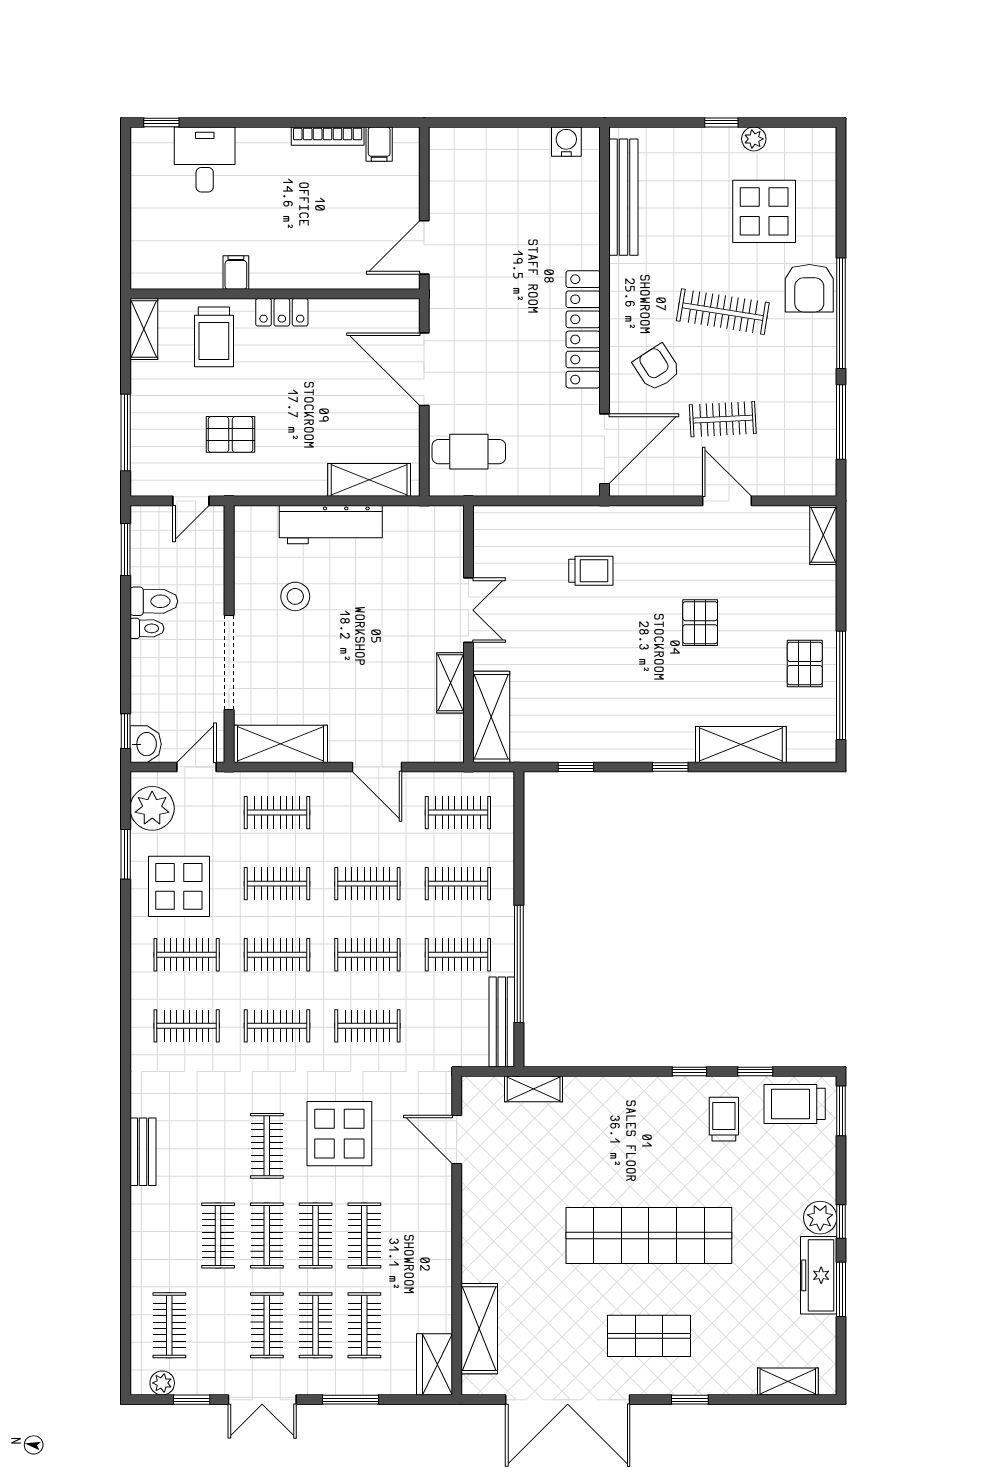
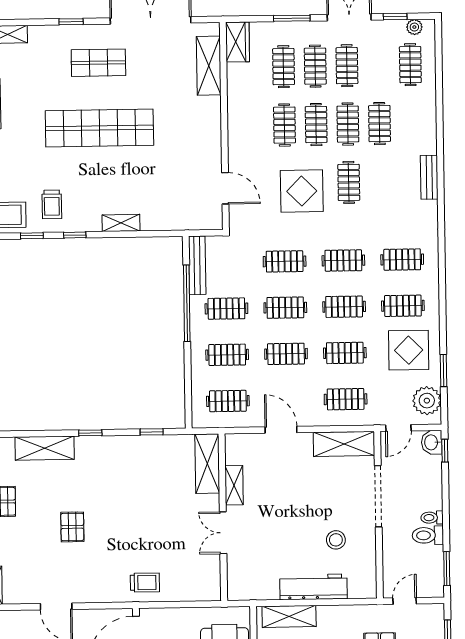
trolley: (591, 571) -> (145, 583), moved, turned 180
shelving: (534, 1089) -> (121, 223), moved

